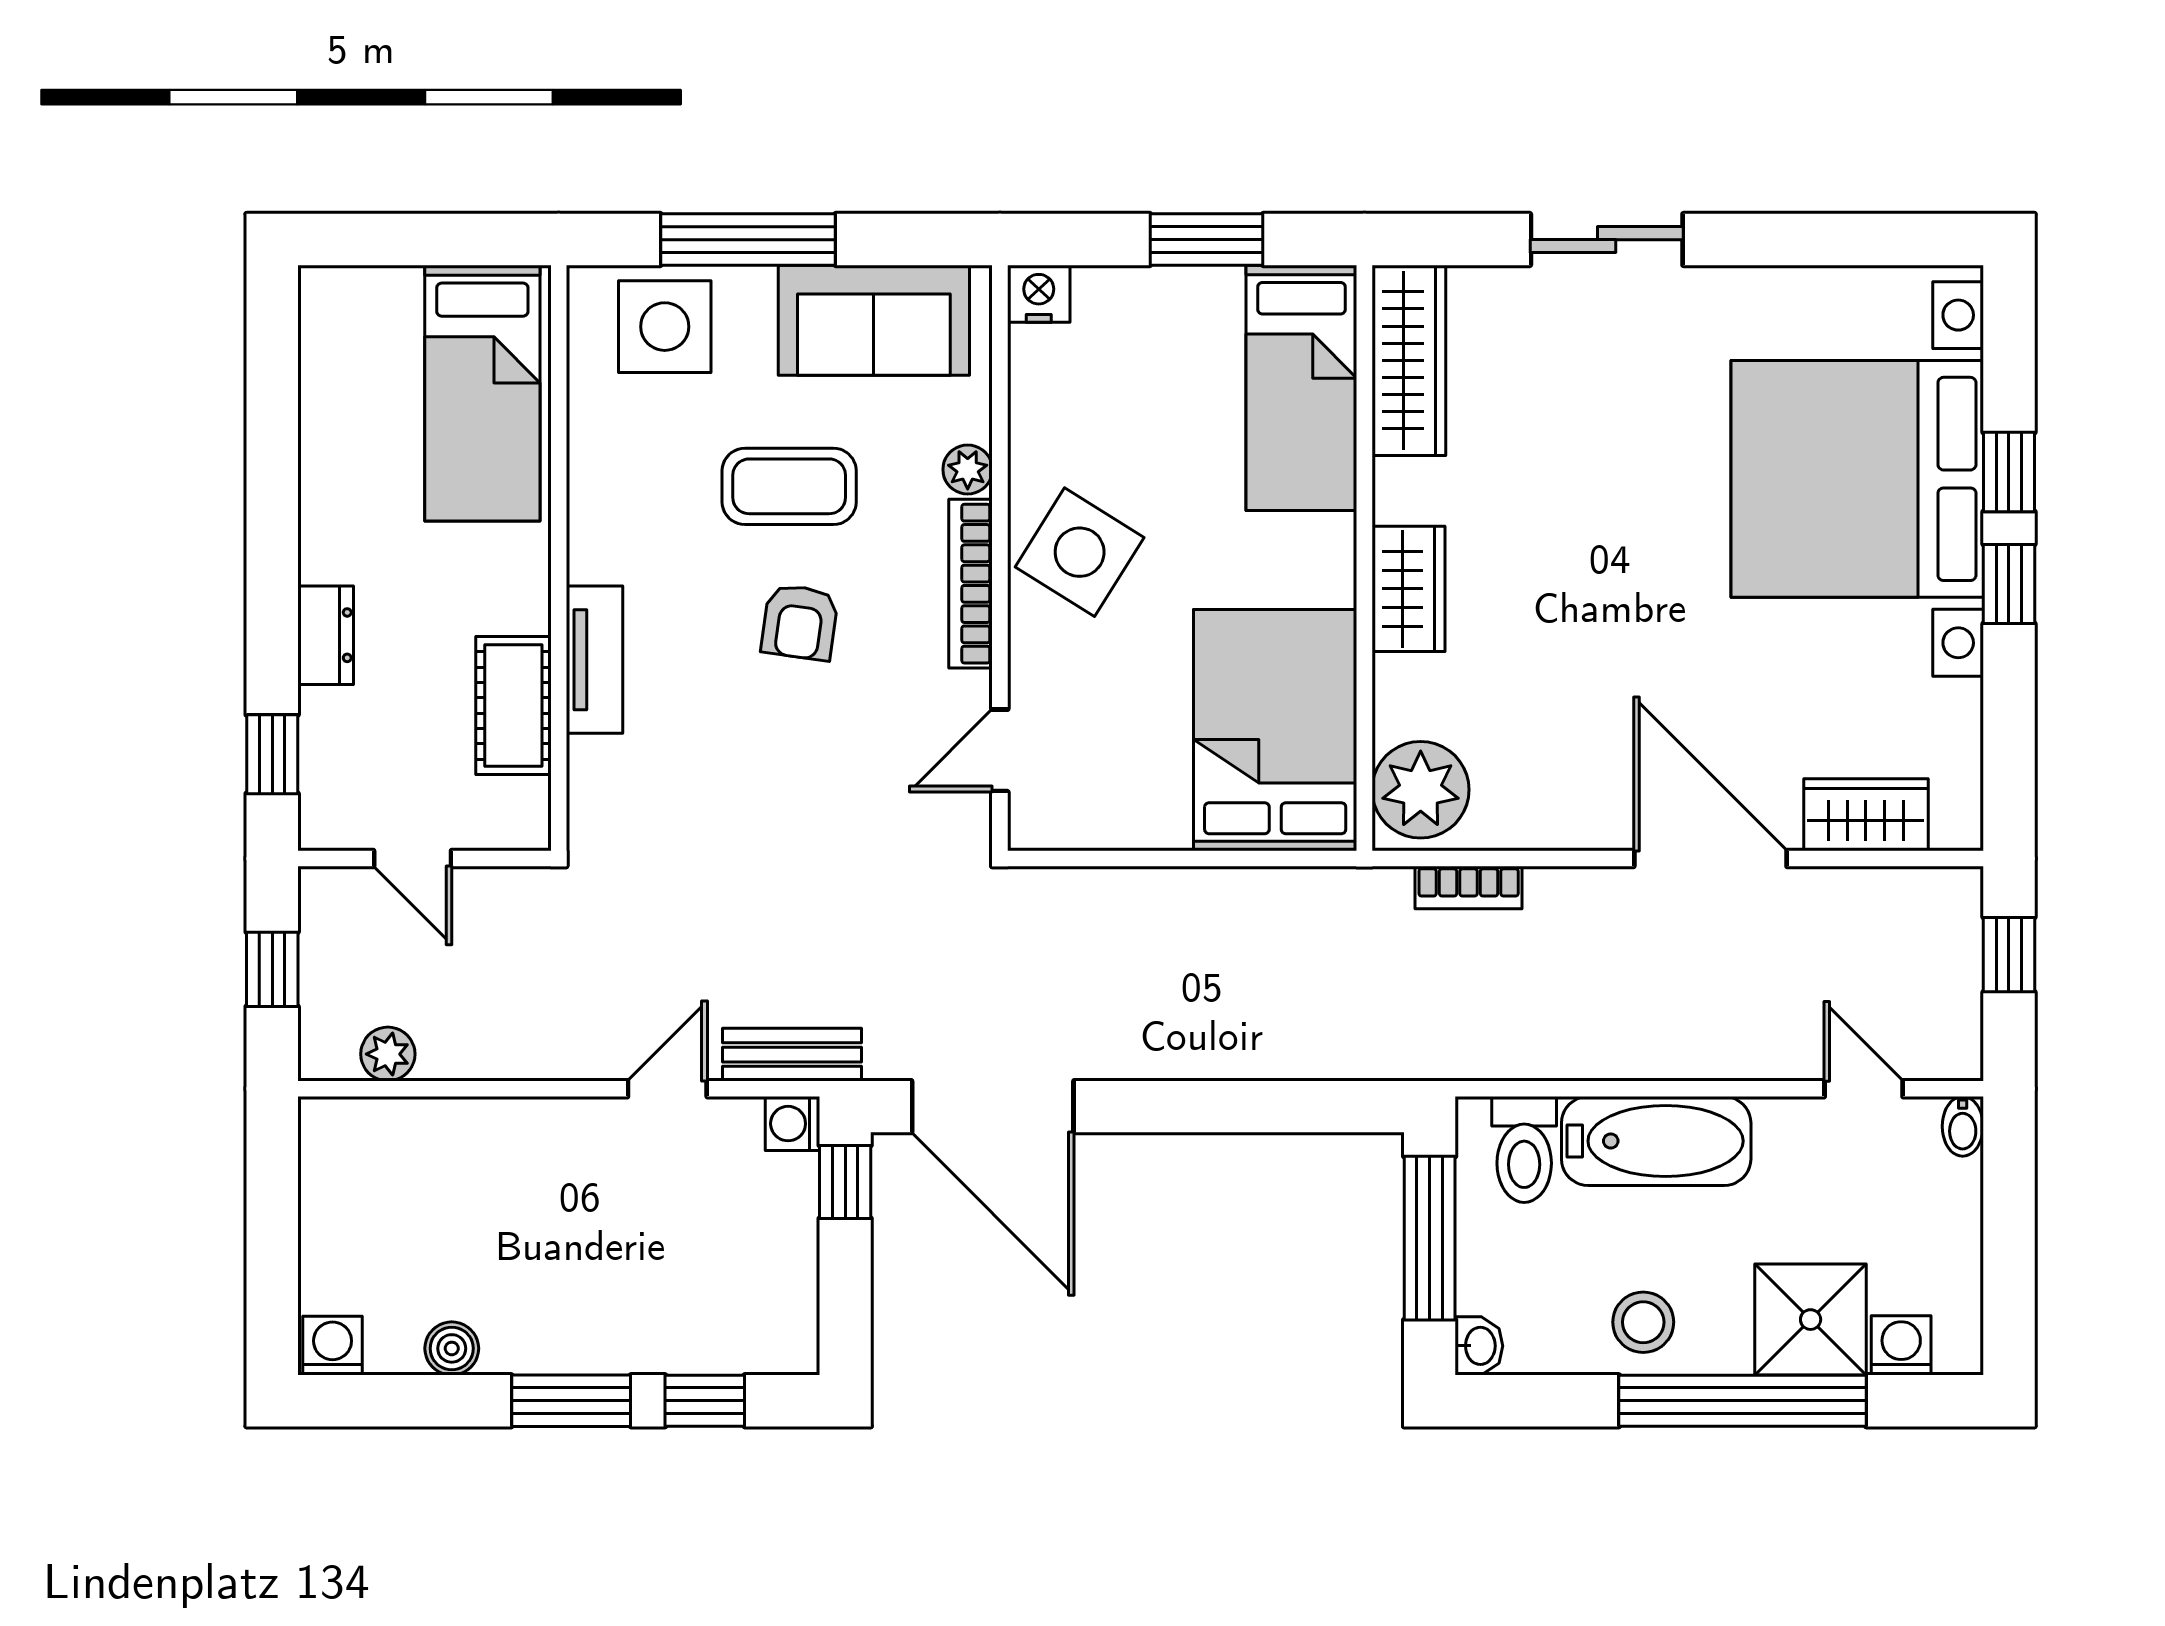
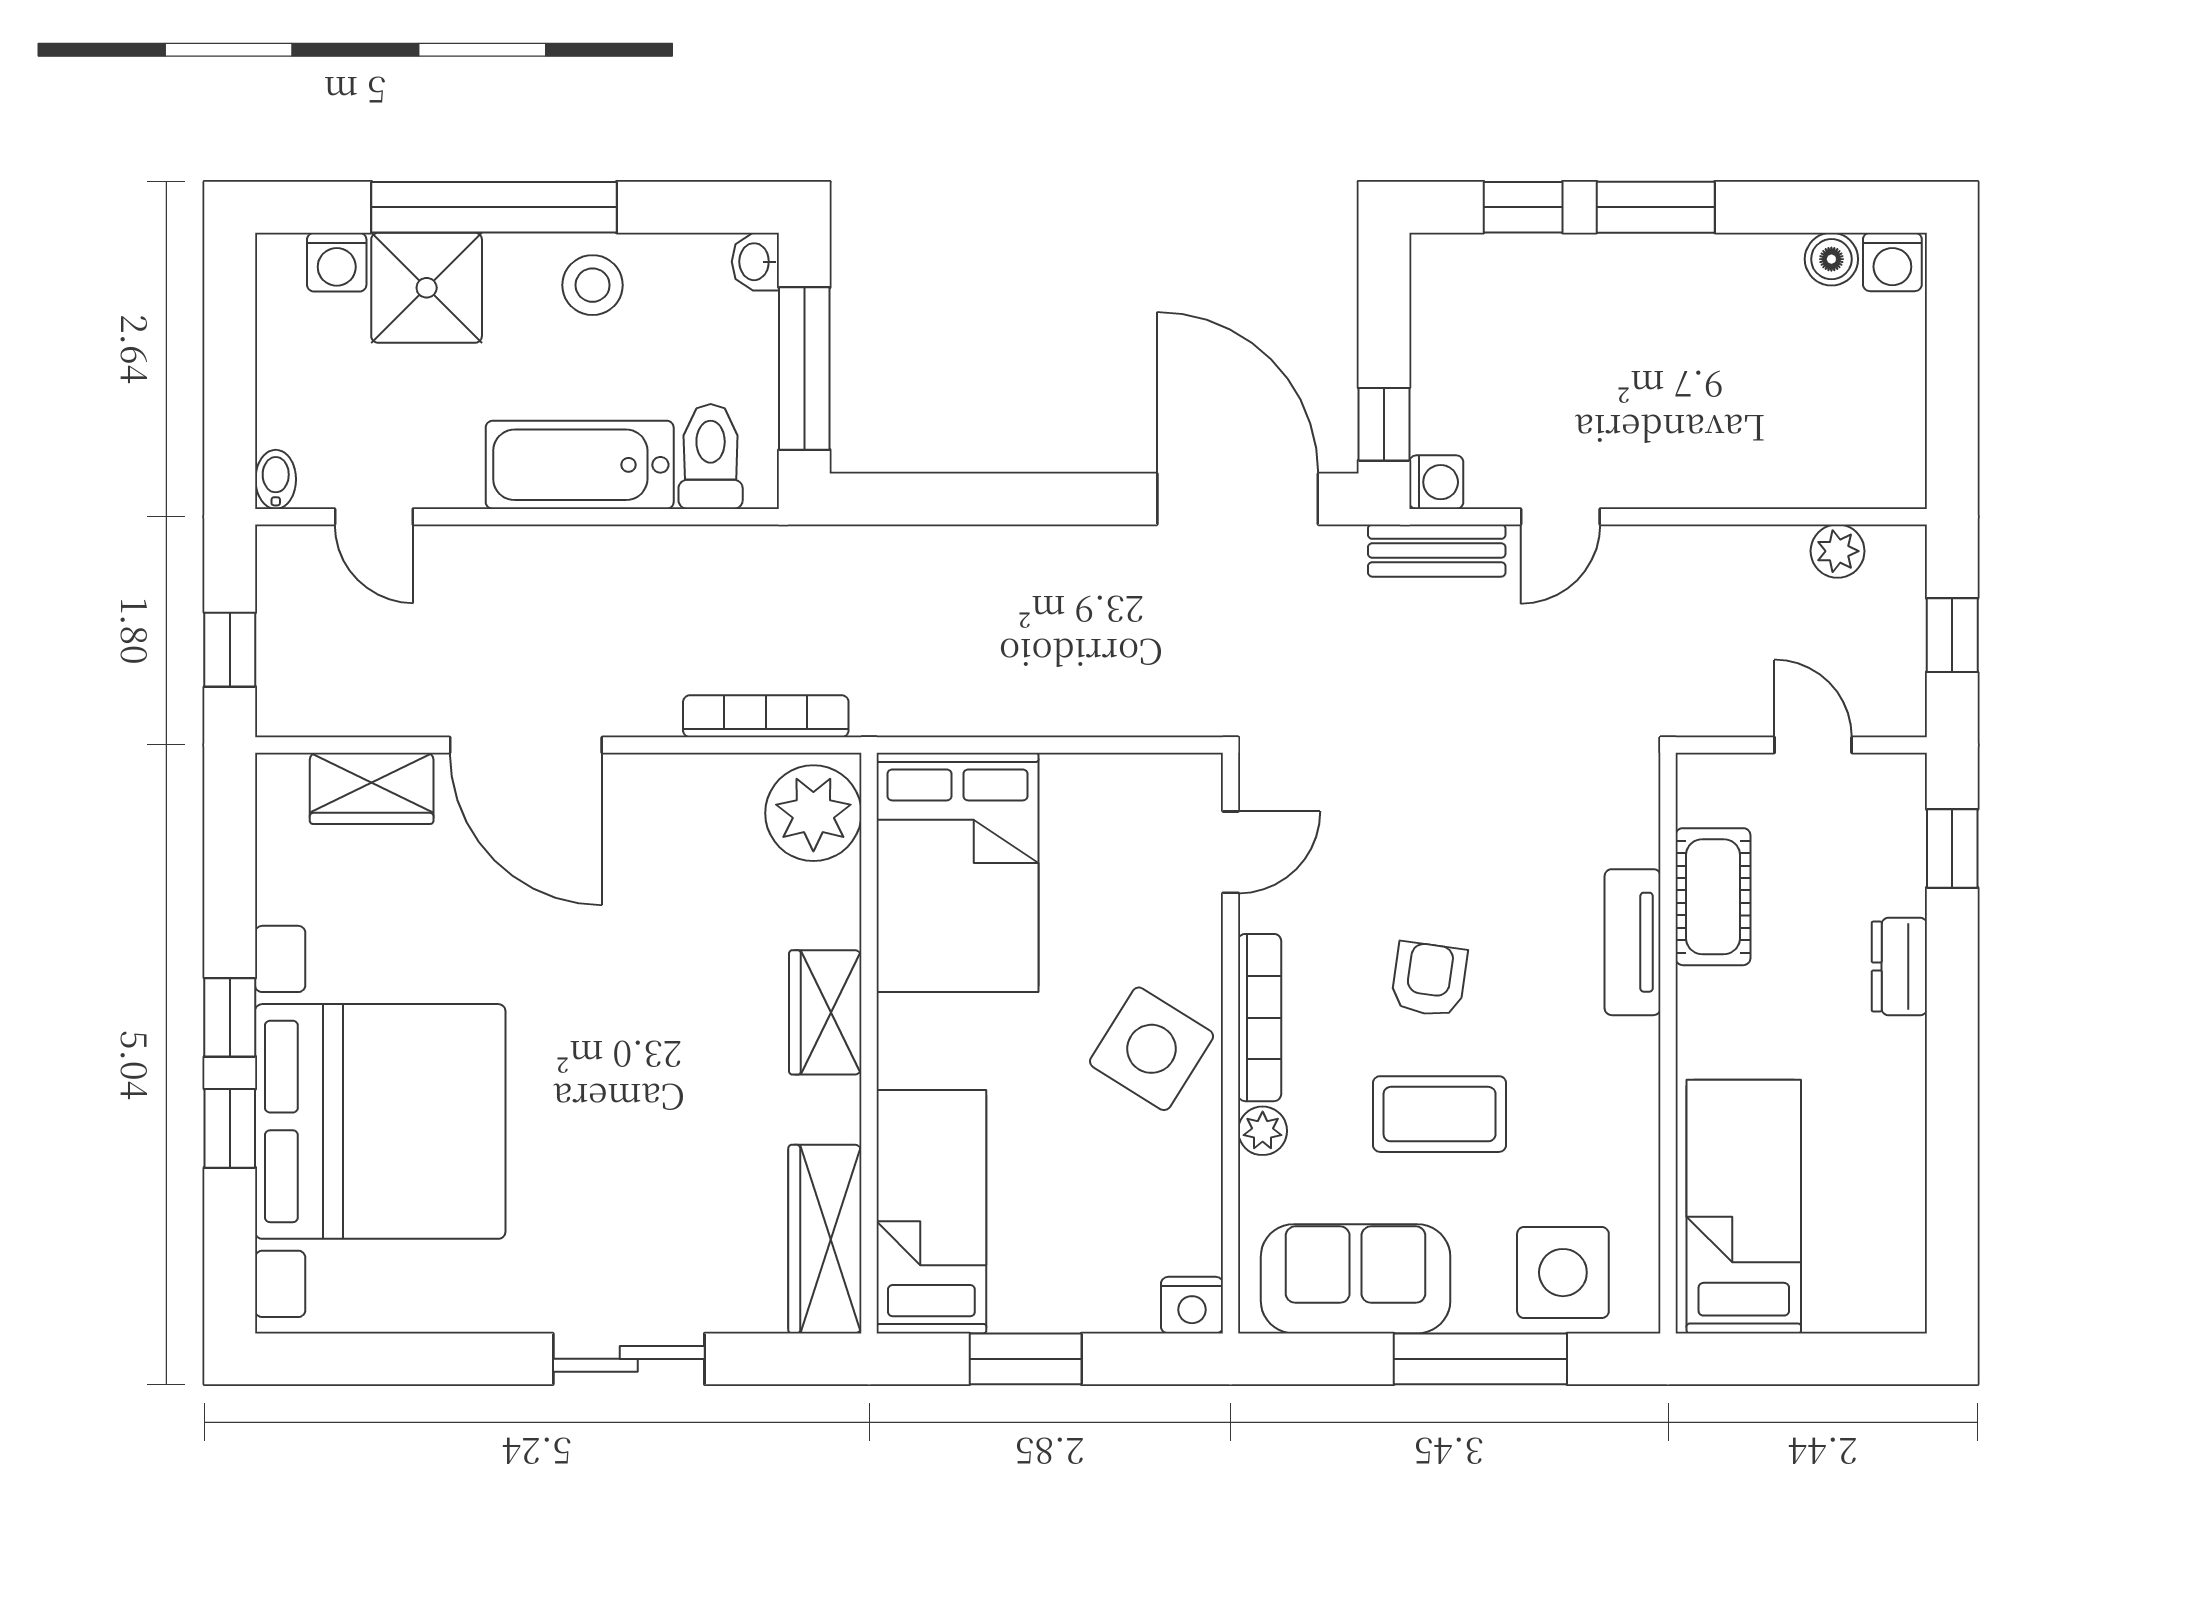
bookcase: (1469, 888) -> (766, 716), width x1.56
boiler: (452, 1348) -> (1831, 259), moved

